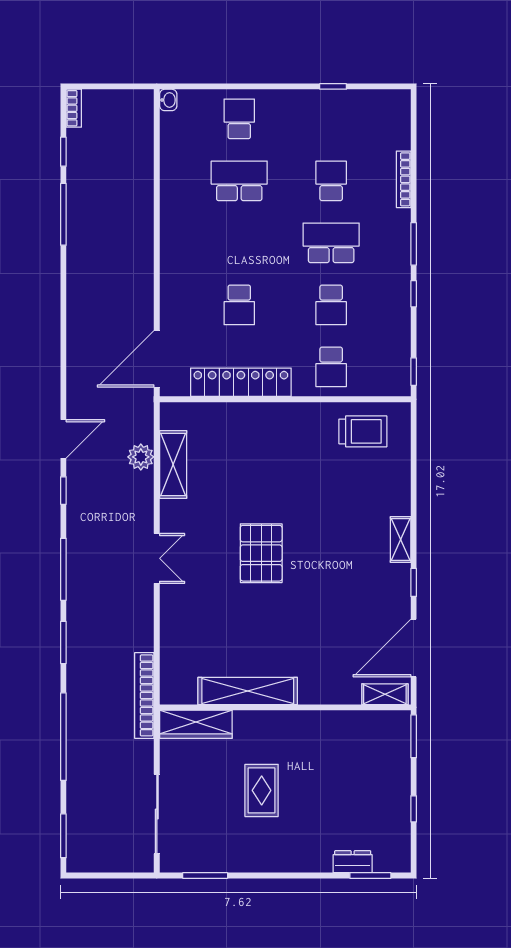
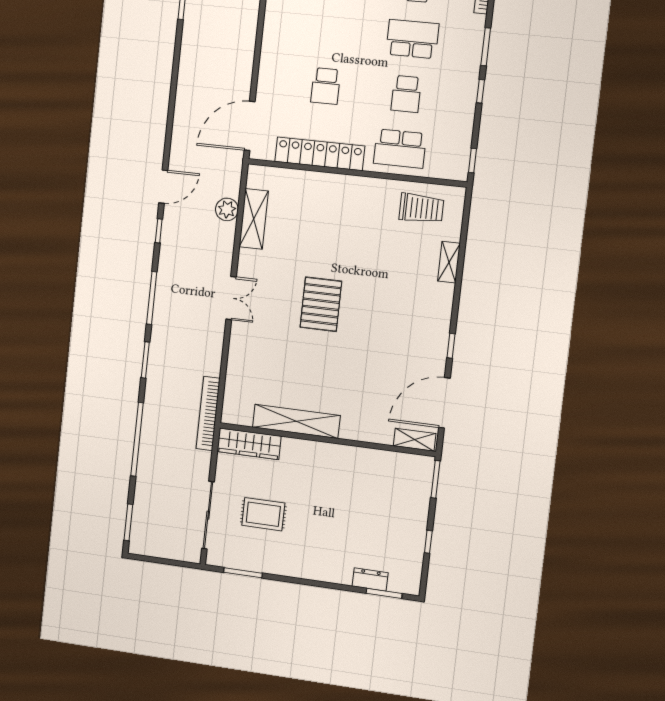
school desk: (331, 367) -> (400, 149), width x1.85
shelving: (401, 540) -> (449, 262), moved
rug: (262, 790) -> (263, 514), moved, turned 90

